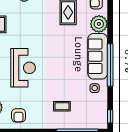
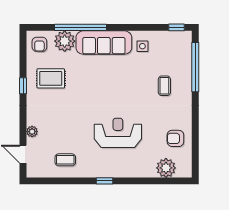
window: (110, 65) -> (80, 27), moved
armchair: (19, 115) -> (175, 138), turned 180

